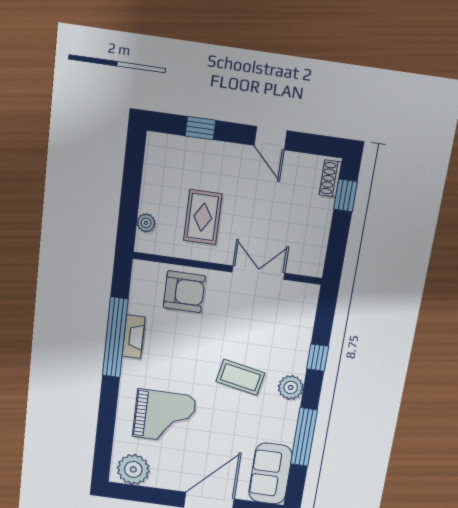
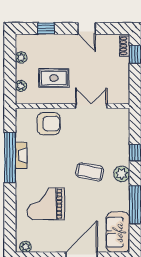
plant: (152, 174) -> (21, 57), added
rug: (203, 217) -> (54, 78), turned 90
grand piano: (164, 416) -> (46, 204), turned 180
plant: (133, 469) -> (26, 247), width x0.53, depth x0.53

